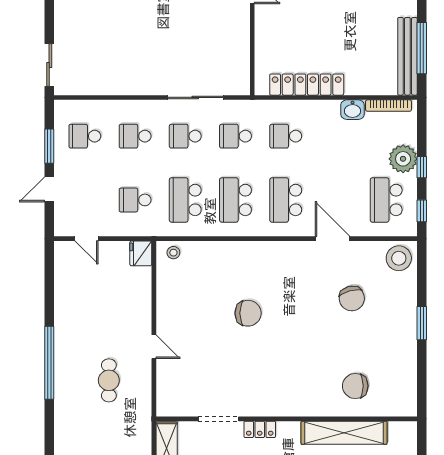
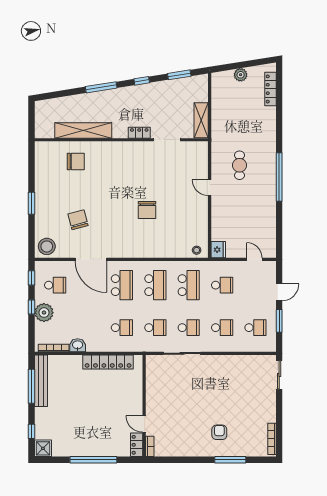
school desk: (386, 200) -> (55, 285), width x0.54
door: (333, 239) -> (91, 259), width x1.36
chair: (248, 313) -> (147, 210), turned -90

